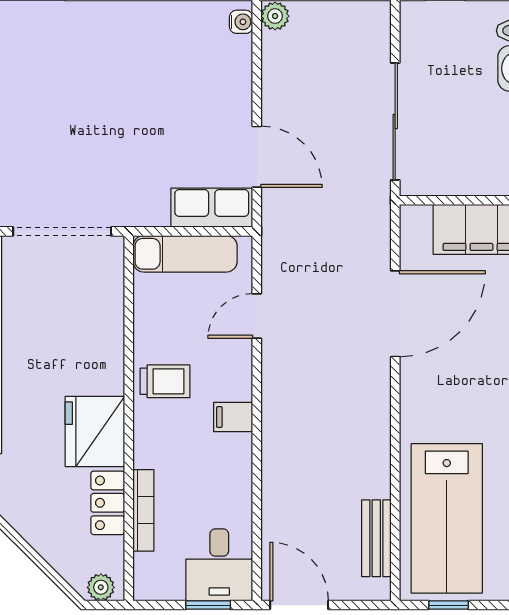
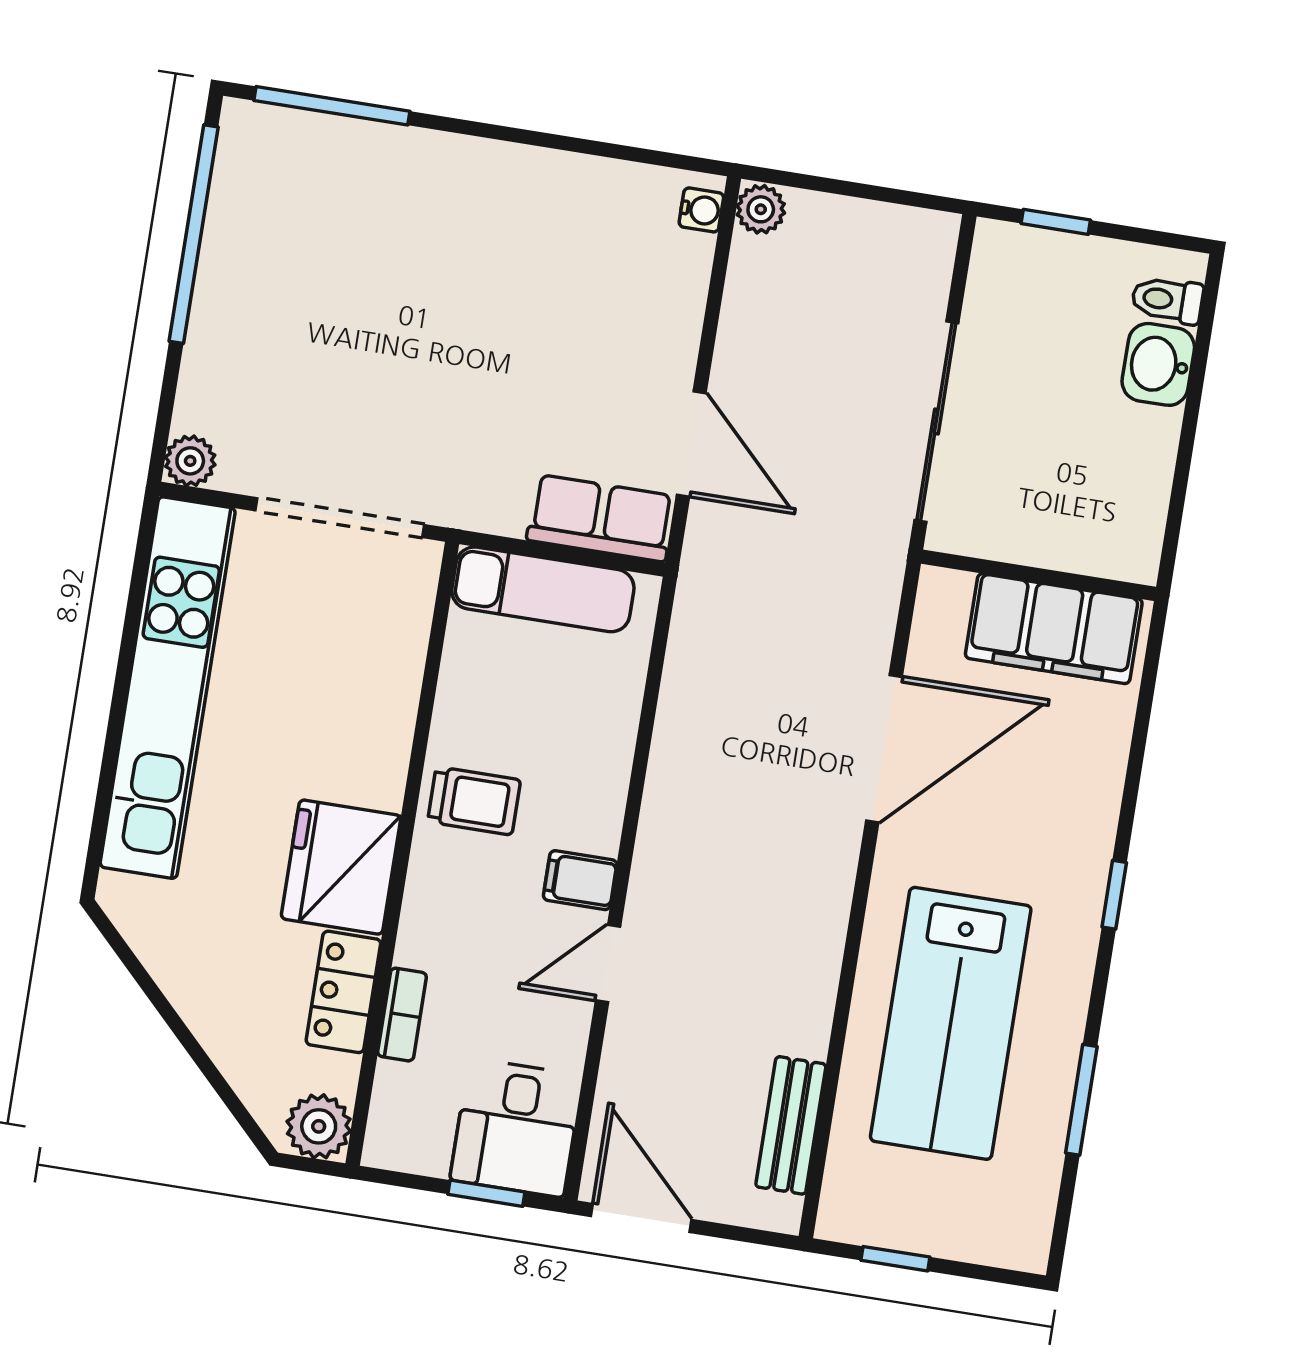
door: (257, 316) -> (608, 964), moved
bookcase: (143, 510) -> (402, 1015), width x0.64
lab bench: (447, 518) -> (951, 1023), moved
plant: (101, 587) -> (319, 1126), width x1.38, depth x1.38

